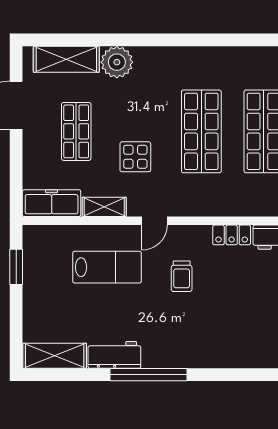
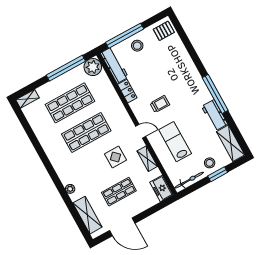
plant: (117, 62) -> (70, 189), width x0.53, depth x0.53
freezer: (52, 203) -> (161, 188), width x0.71
bicycle: (32, 255) -> (189, 180), added
window: (16, 267) -> (218, 174), moved
stool: (42, 304) -> (210, 163), added

